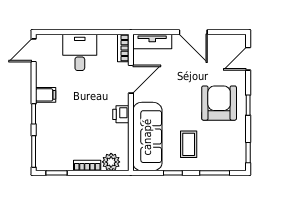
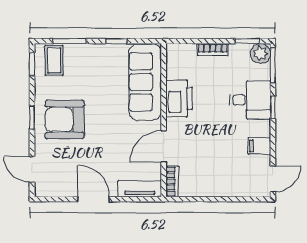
desk: (80, 52) -> (250, 100), moved, turned -90
door: (248, 59) -> (32, 169), swing flipped
filing cabinet: (46, 95) -> (259, 146), moved
armchair: (219, 103) -> (65, 120), turned 90
printer: (121, 114) -> (179, 98), width x1.87, depth x1.48
coffee table: (189, 144) -> (54, 60), moved
plant: (111, 162) -> (261, 53), moved

